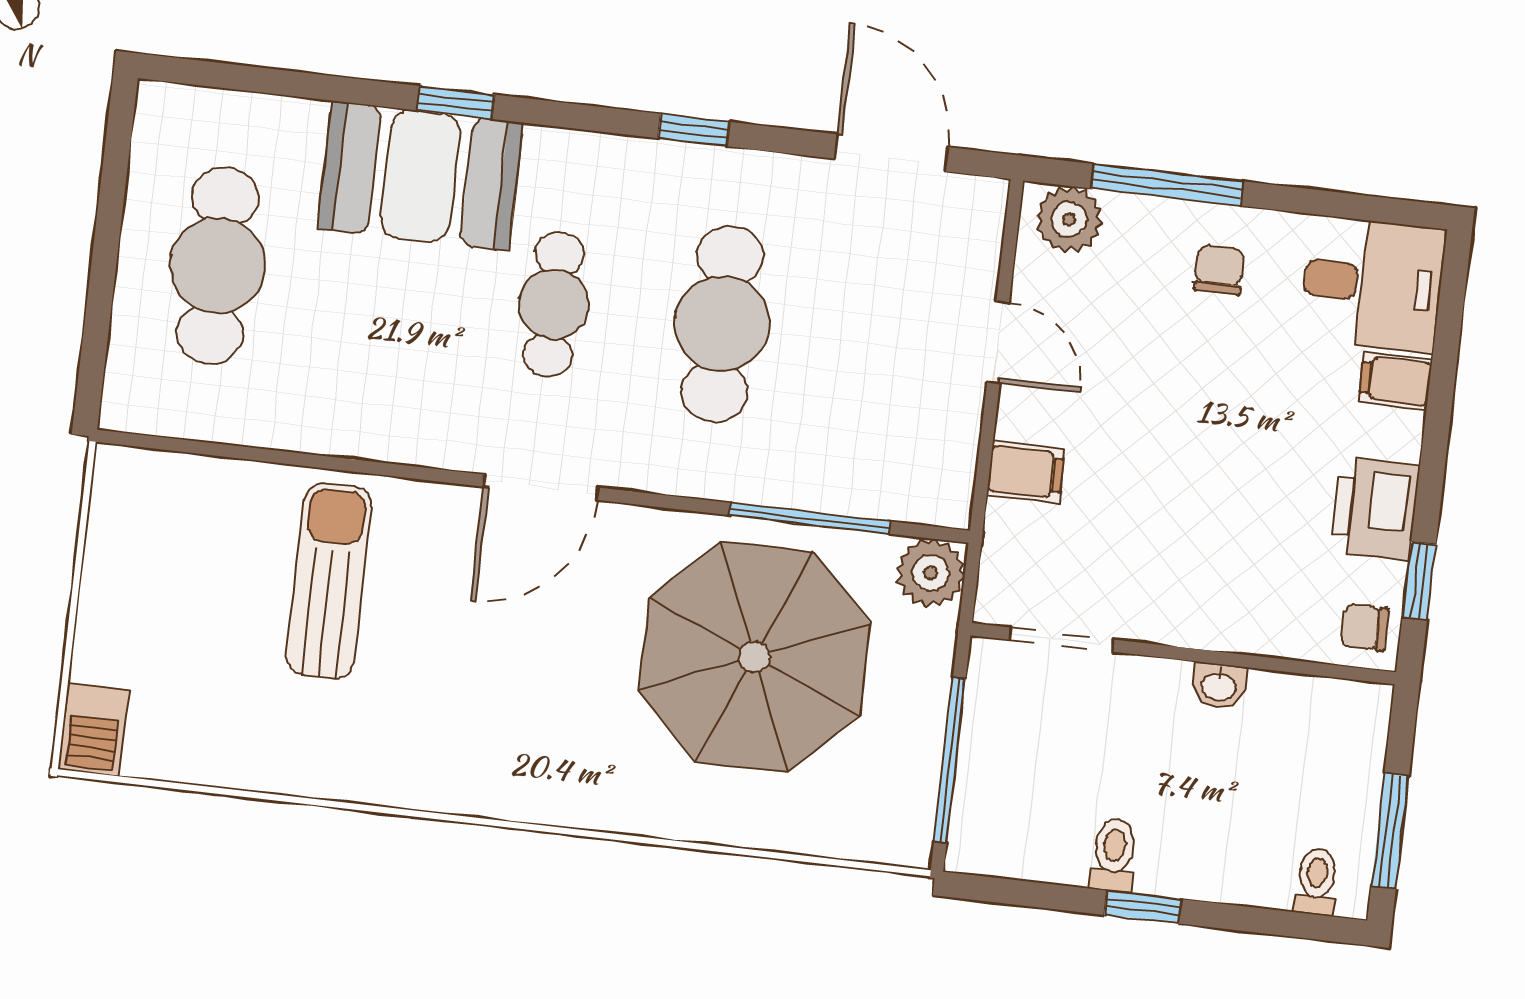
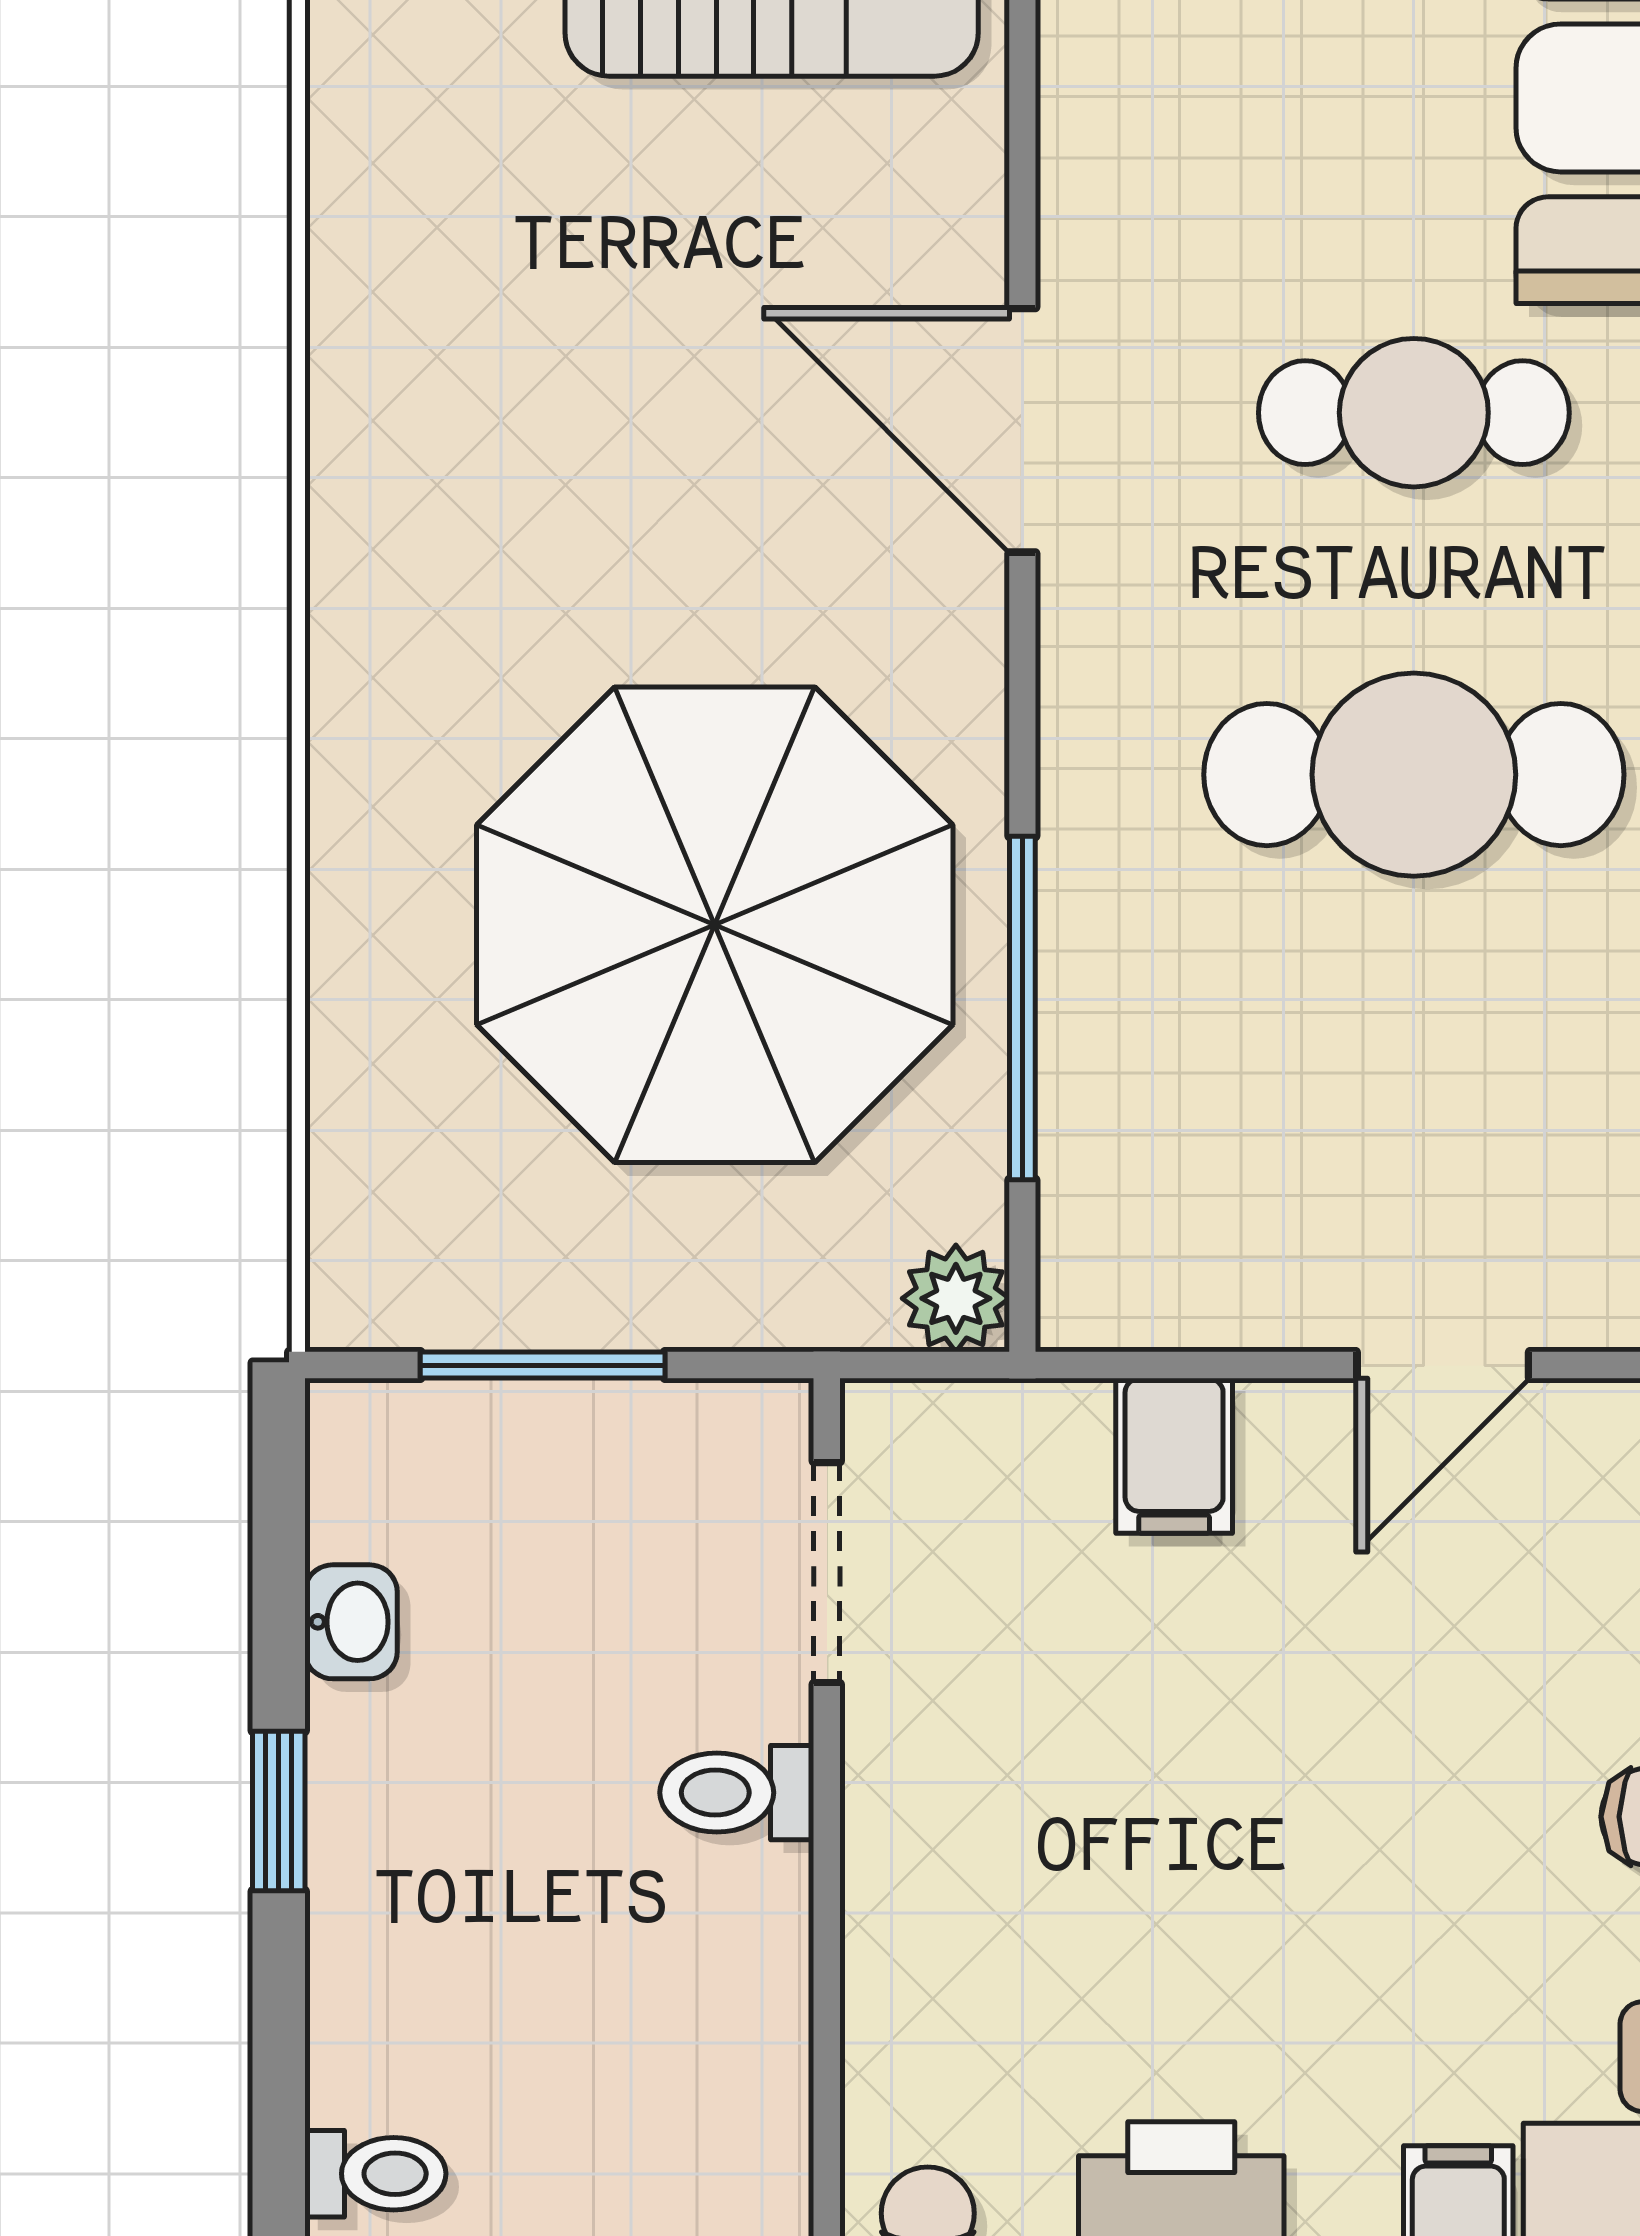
plant: (931, 573) -> (956, 1298), width x0.73, depth x0.73
washbasin: (1219, 686) -> (351, 1622), moved, turned 180
window: (950, 760) -> (543, 1365), width x0.69
toilet: (1114, 855) -> (737, 1793), moved, turned 180

